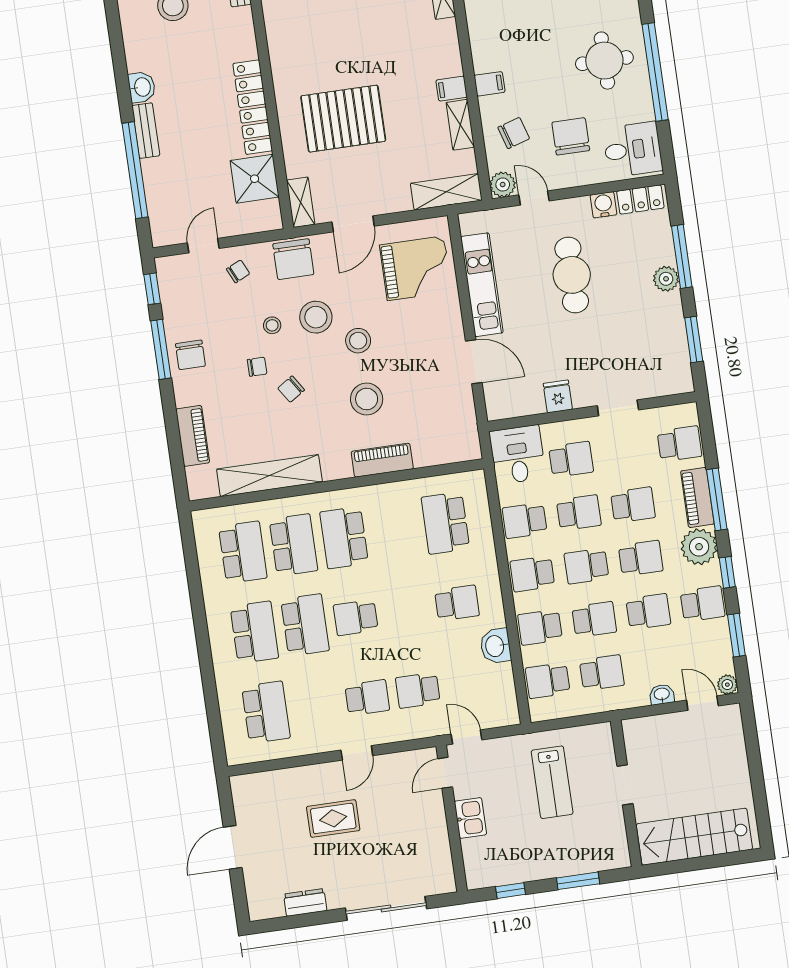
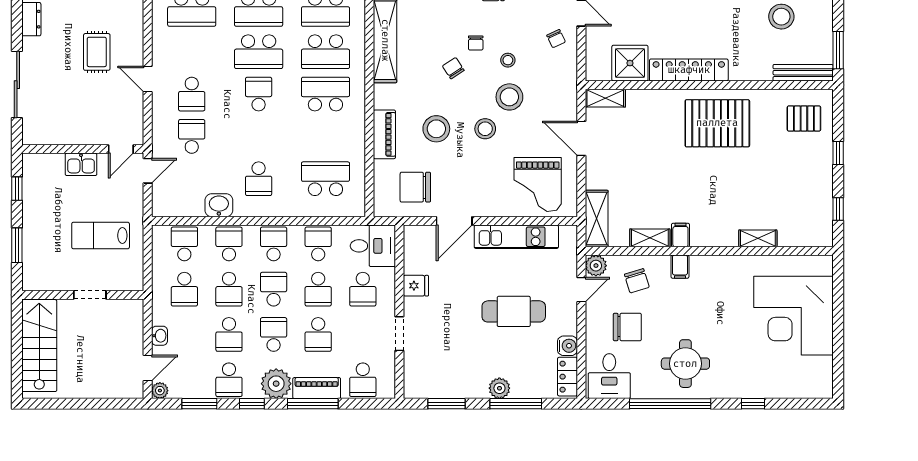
pallet: (343, 119) -> (717, 123), moved, turned 90
chair: (293, 259) -> (415, 187), moved
school desk: (641, 558) -> (274, 334), turned 180
door: (445, 773) -> (121, 149), swing flipped

